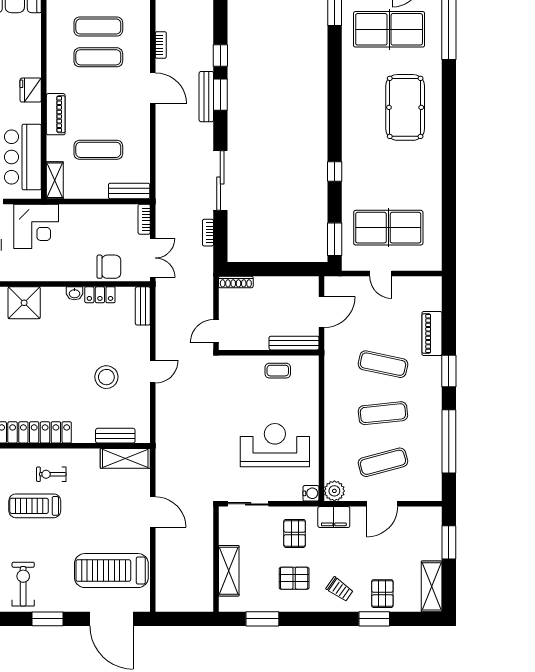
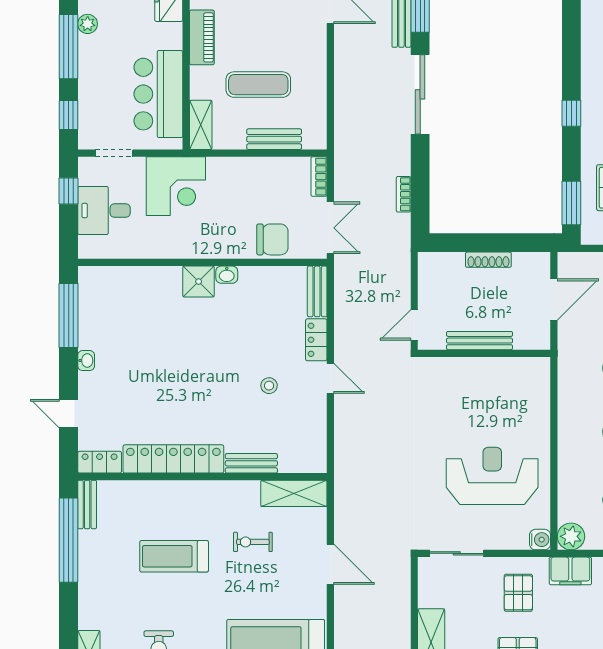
sliding door: (220, 180) -> (420, 94), moved
bench: (129, 191) -> (274, 139), moved
shoe rack: (236, 282) -> (488, 260), moved
locker: (100, 295) -> (316, 340), moved, turned 90
shower: (24, 303) -> (199, 282), moved, width x0.73, depth x0.73
bench: (294, 343) -> (480, 341), moved
coffee table: (278, 371) -> (496, 377), removed
door: (153, 372) -> (330, 378), hinge flipped
stool: (106, 377) -> (269, 386), width x0.53, depth x0.53
bench: (115, 436) -> (251, 463), moved
exercise bike: (51, 474) -> (253, 542), moved

